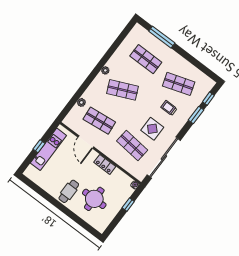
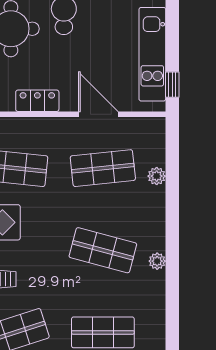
shop shelf: (123, 90) -> (103, 250), turned 39
window: (39, 146) -> (172, 85), moved

